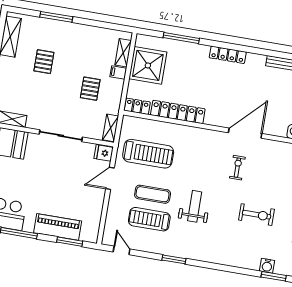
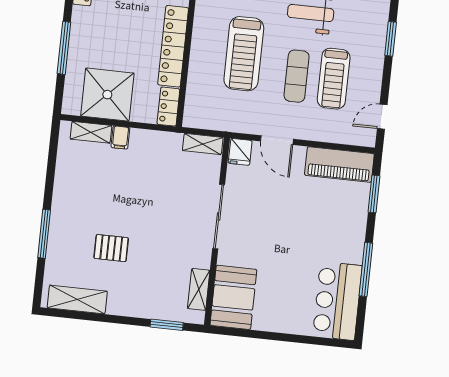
pallet: (90, 89) -> (147, 177), removed
treadmill: (148, 154) -> (244, 54), moved, turned 180
piano: (58, 227) -> (339, 164), moved, turned -90

